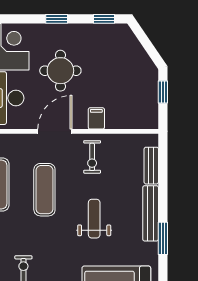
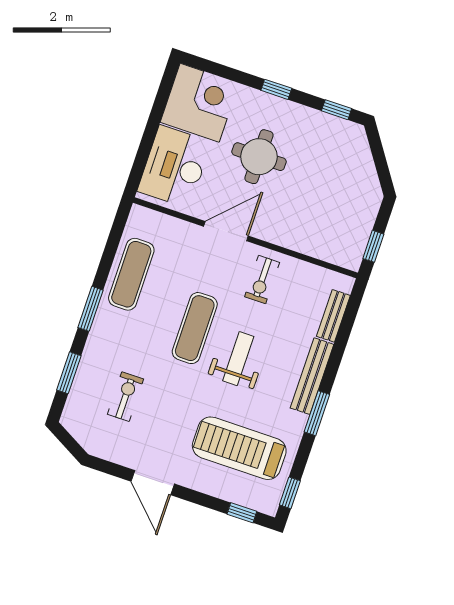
window: (163, 92) -> (373, 246), moved
filing cabinet: (96, 118) -> (284, 233), removed
exercise mat: (44, 190) -> (195, 328), moved

